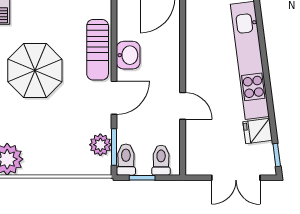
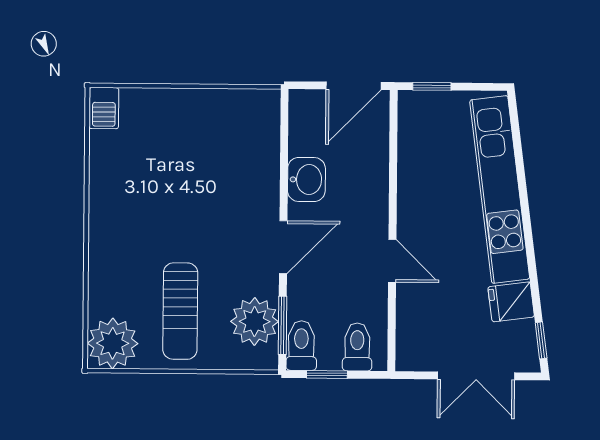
sun lounger: (98, 50) -> (180, 311), moved
parasol: (35, 71) -> (158, 203), removed
plant: (100, 145) -> (255, 321), width x1.36, depth x1.36

